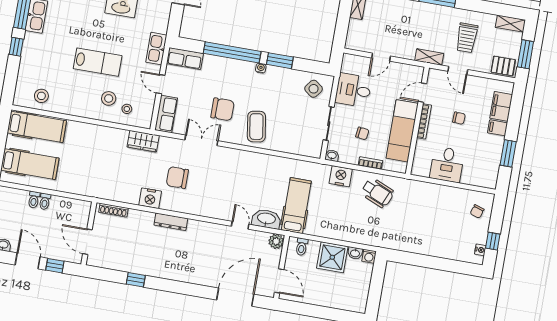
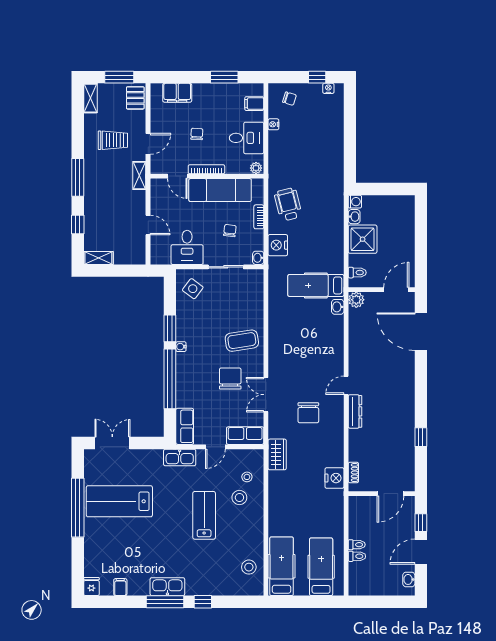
filing cabinet: (498, 128) -> (254, 104), moved, turned 90
plant: (417, 168) -> (256, 168), added
nightstand: (455, 192) -> (273, 124), added
wheelchair: (377, 193) -> (288, 204), turned -37
nightstand: (150, 198) -> (334, 478), moved
shoe rack: (113, 210) -> (353, 473), width x0.70
washbasin: (266, 219) -> (338, 307), width x0.52, depth x0.69
door: (240, 225) -> (346, 385), moved

